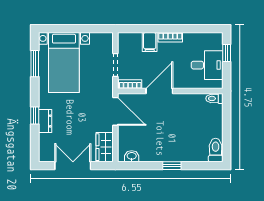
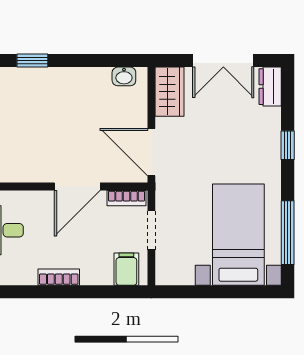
filing cabinet: (150, 42) -> (126, 269), moved
window: (35, 64) -> (288, 233), width x1.44
dresser: (45, 121) -> (270, 87), moved
window: (172, 166) -> (32, 61), moved

